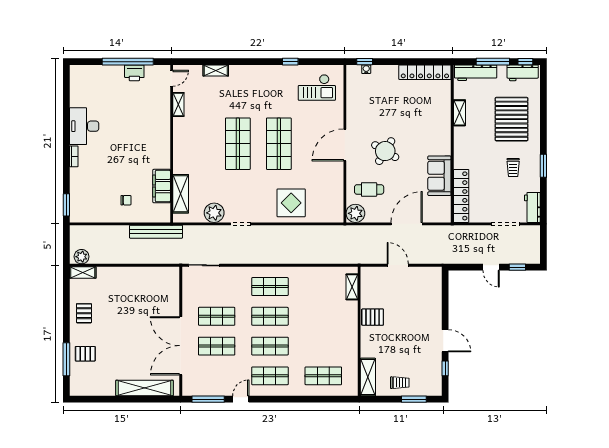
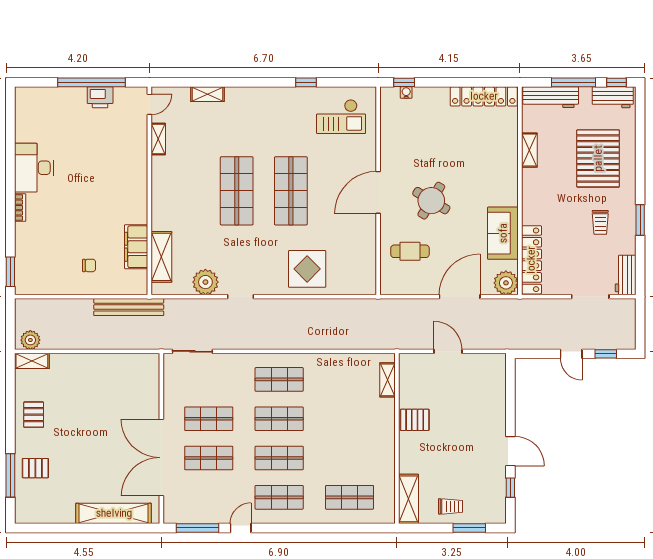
plant: (355, 213) -> (506, 283), moved

